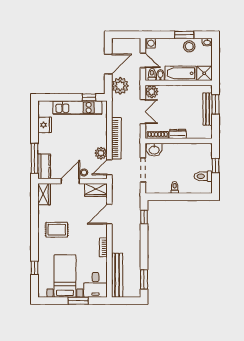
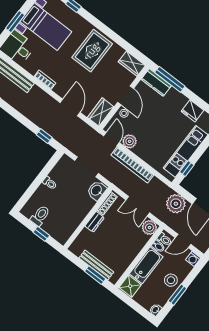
stool: (189, 46) -> (171, 280), moved
rug: (57, 230) -> (92, 51), width x1.36, depth x1.43

